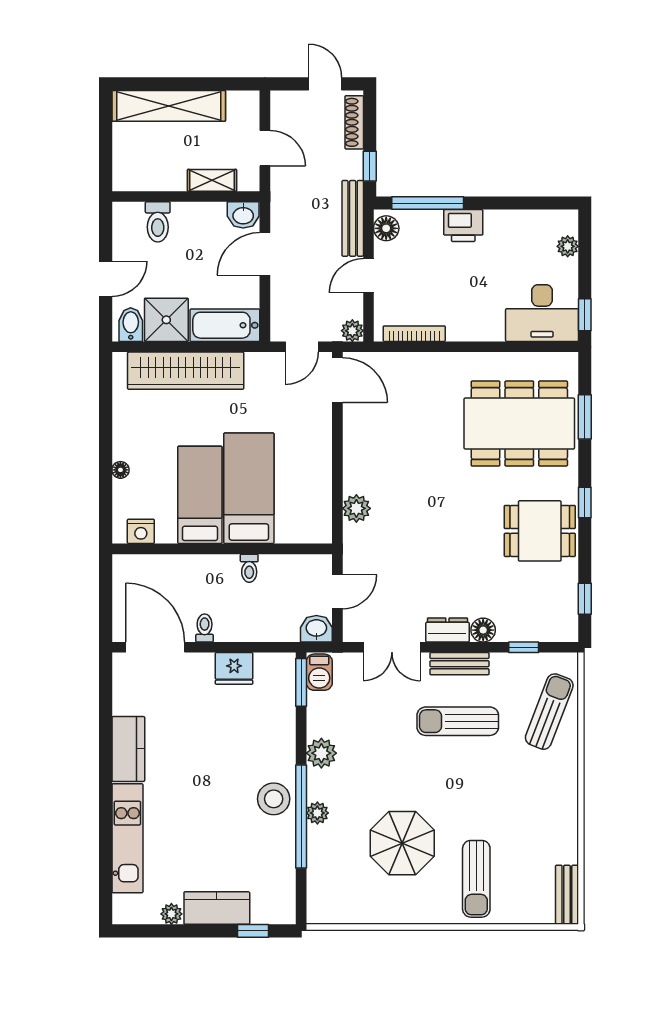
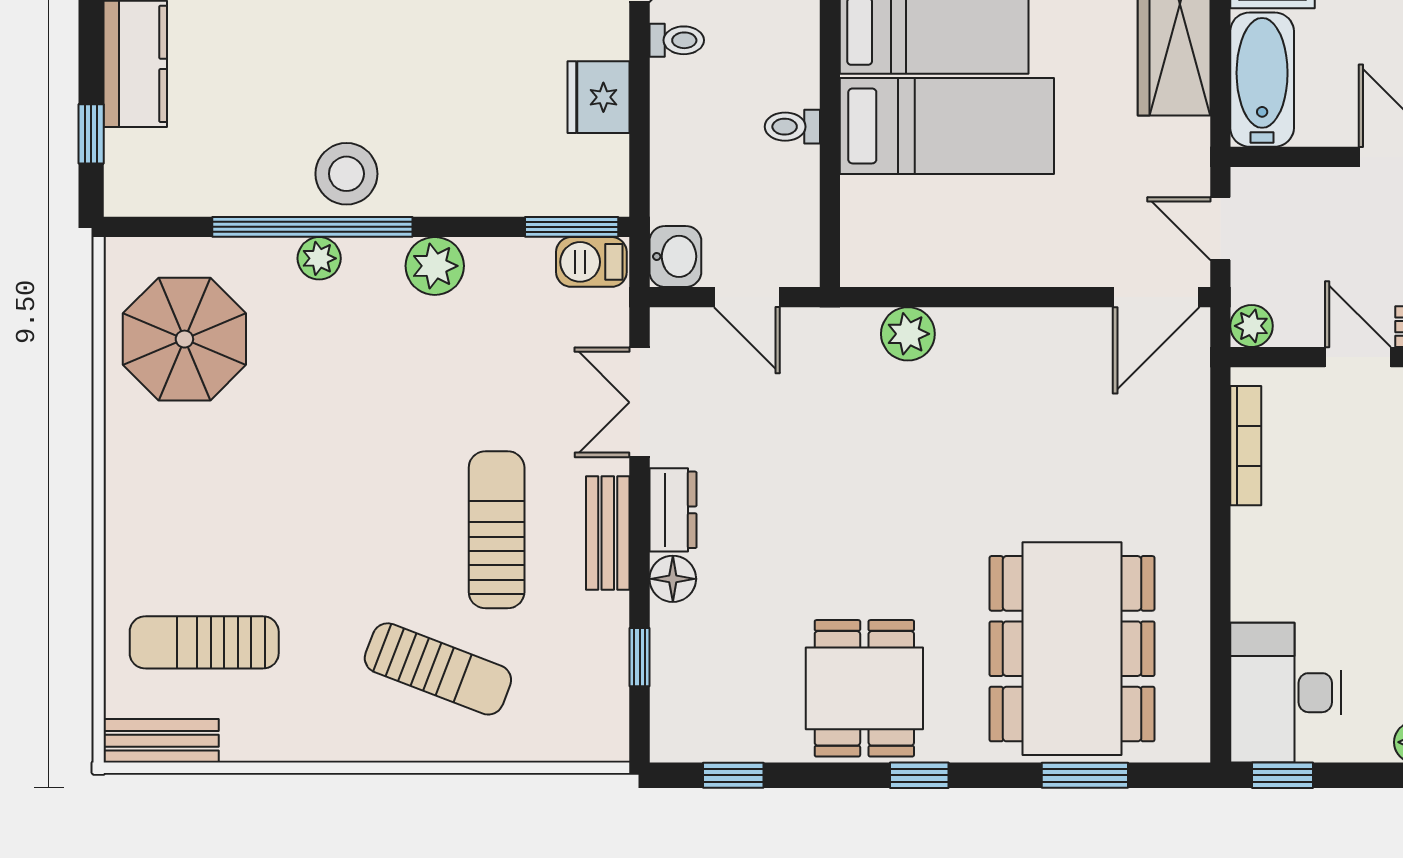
sun lounger: (549, 712) -> (438, 669), moved
parasol: (402, 843) -> (184, 339), moved
sun lounger: (476, 879) -> (204, 642), moved

